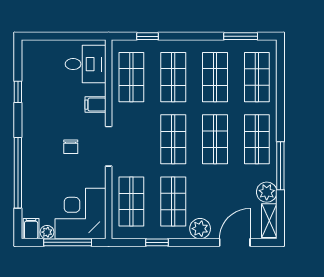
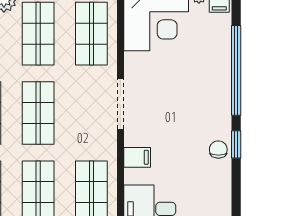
window: (18, 92) -> (236, 144), moved
chair: (71, 147) -> (218, 150), moved

